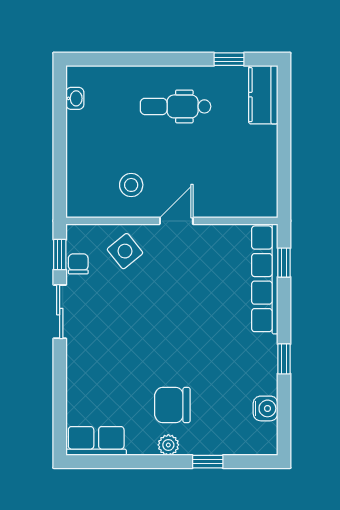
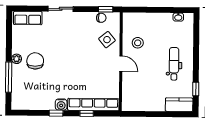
window: (284, 263) -> (87, 113), moved
sliding door: (60, 312) -> (61, 9), moved
water cooler: (265, 408) -> (61, 105), moved
row of seats: (96, 441) -> (28, 18), moved, turned 90
window: (208, 462) -> (9, 77), width x2.17

